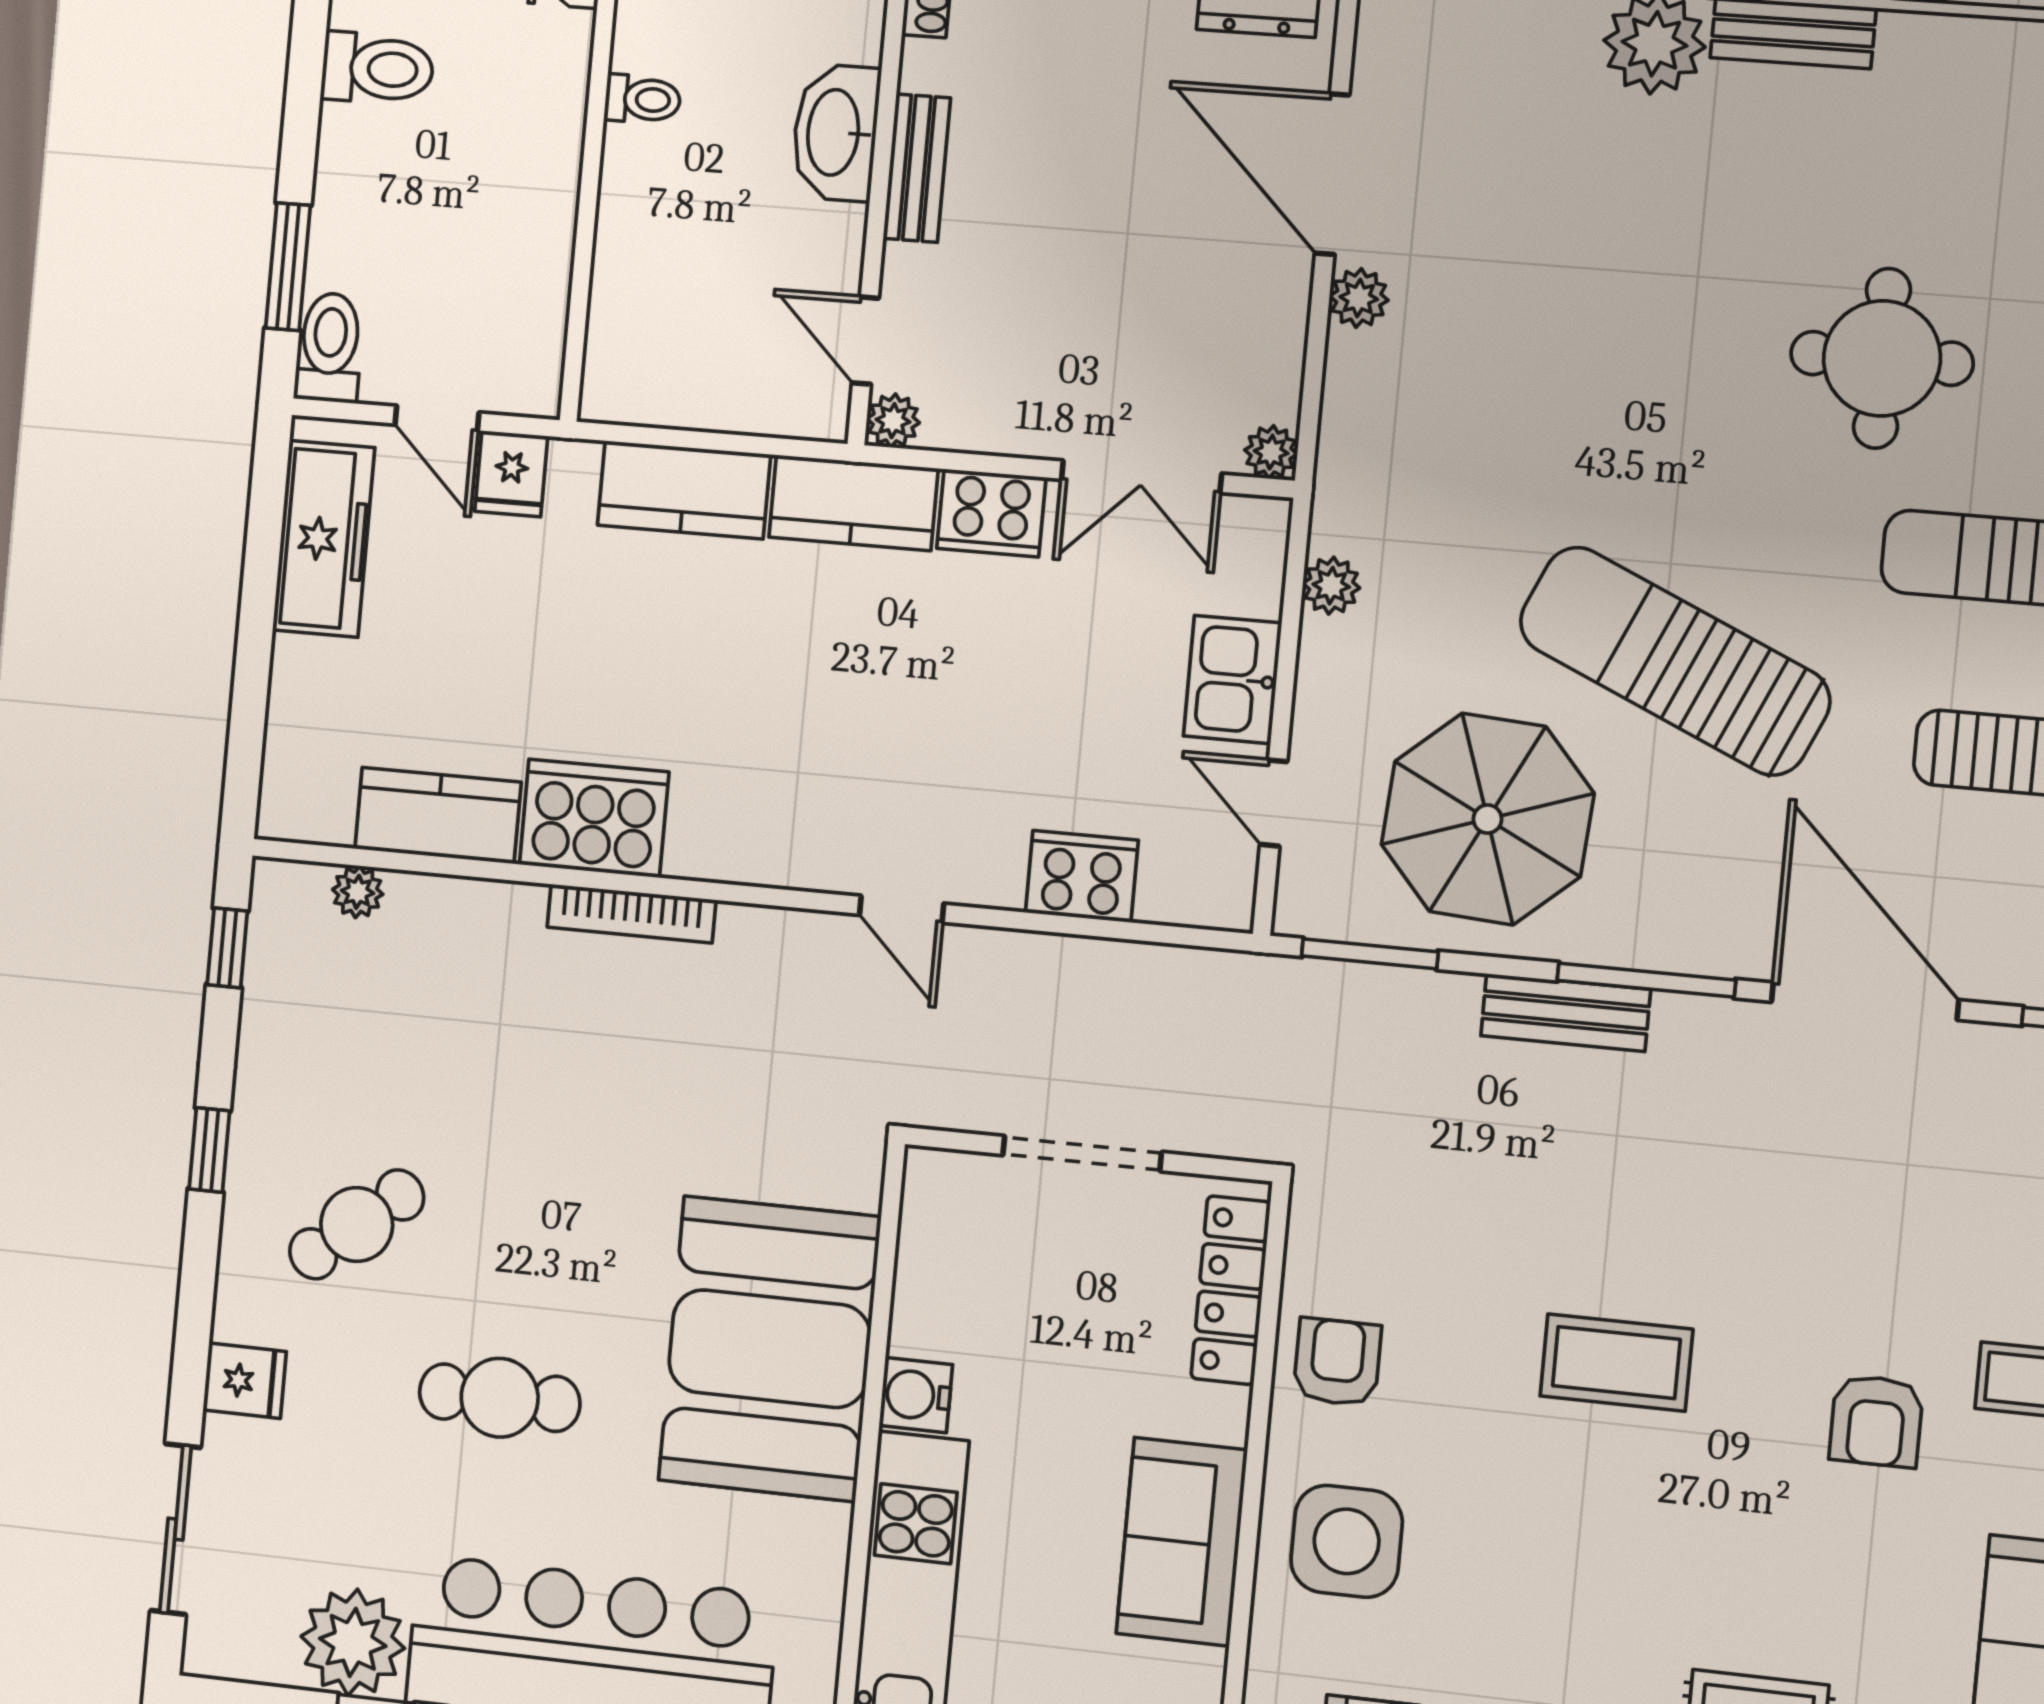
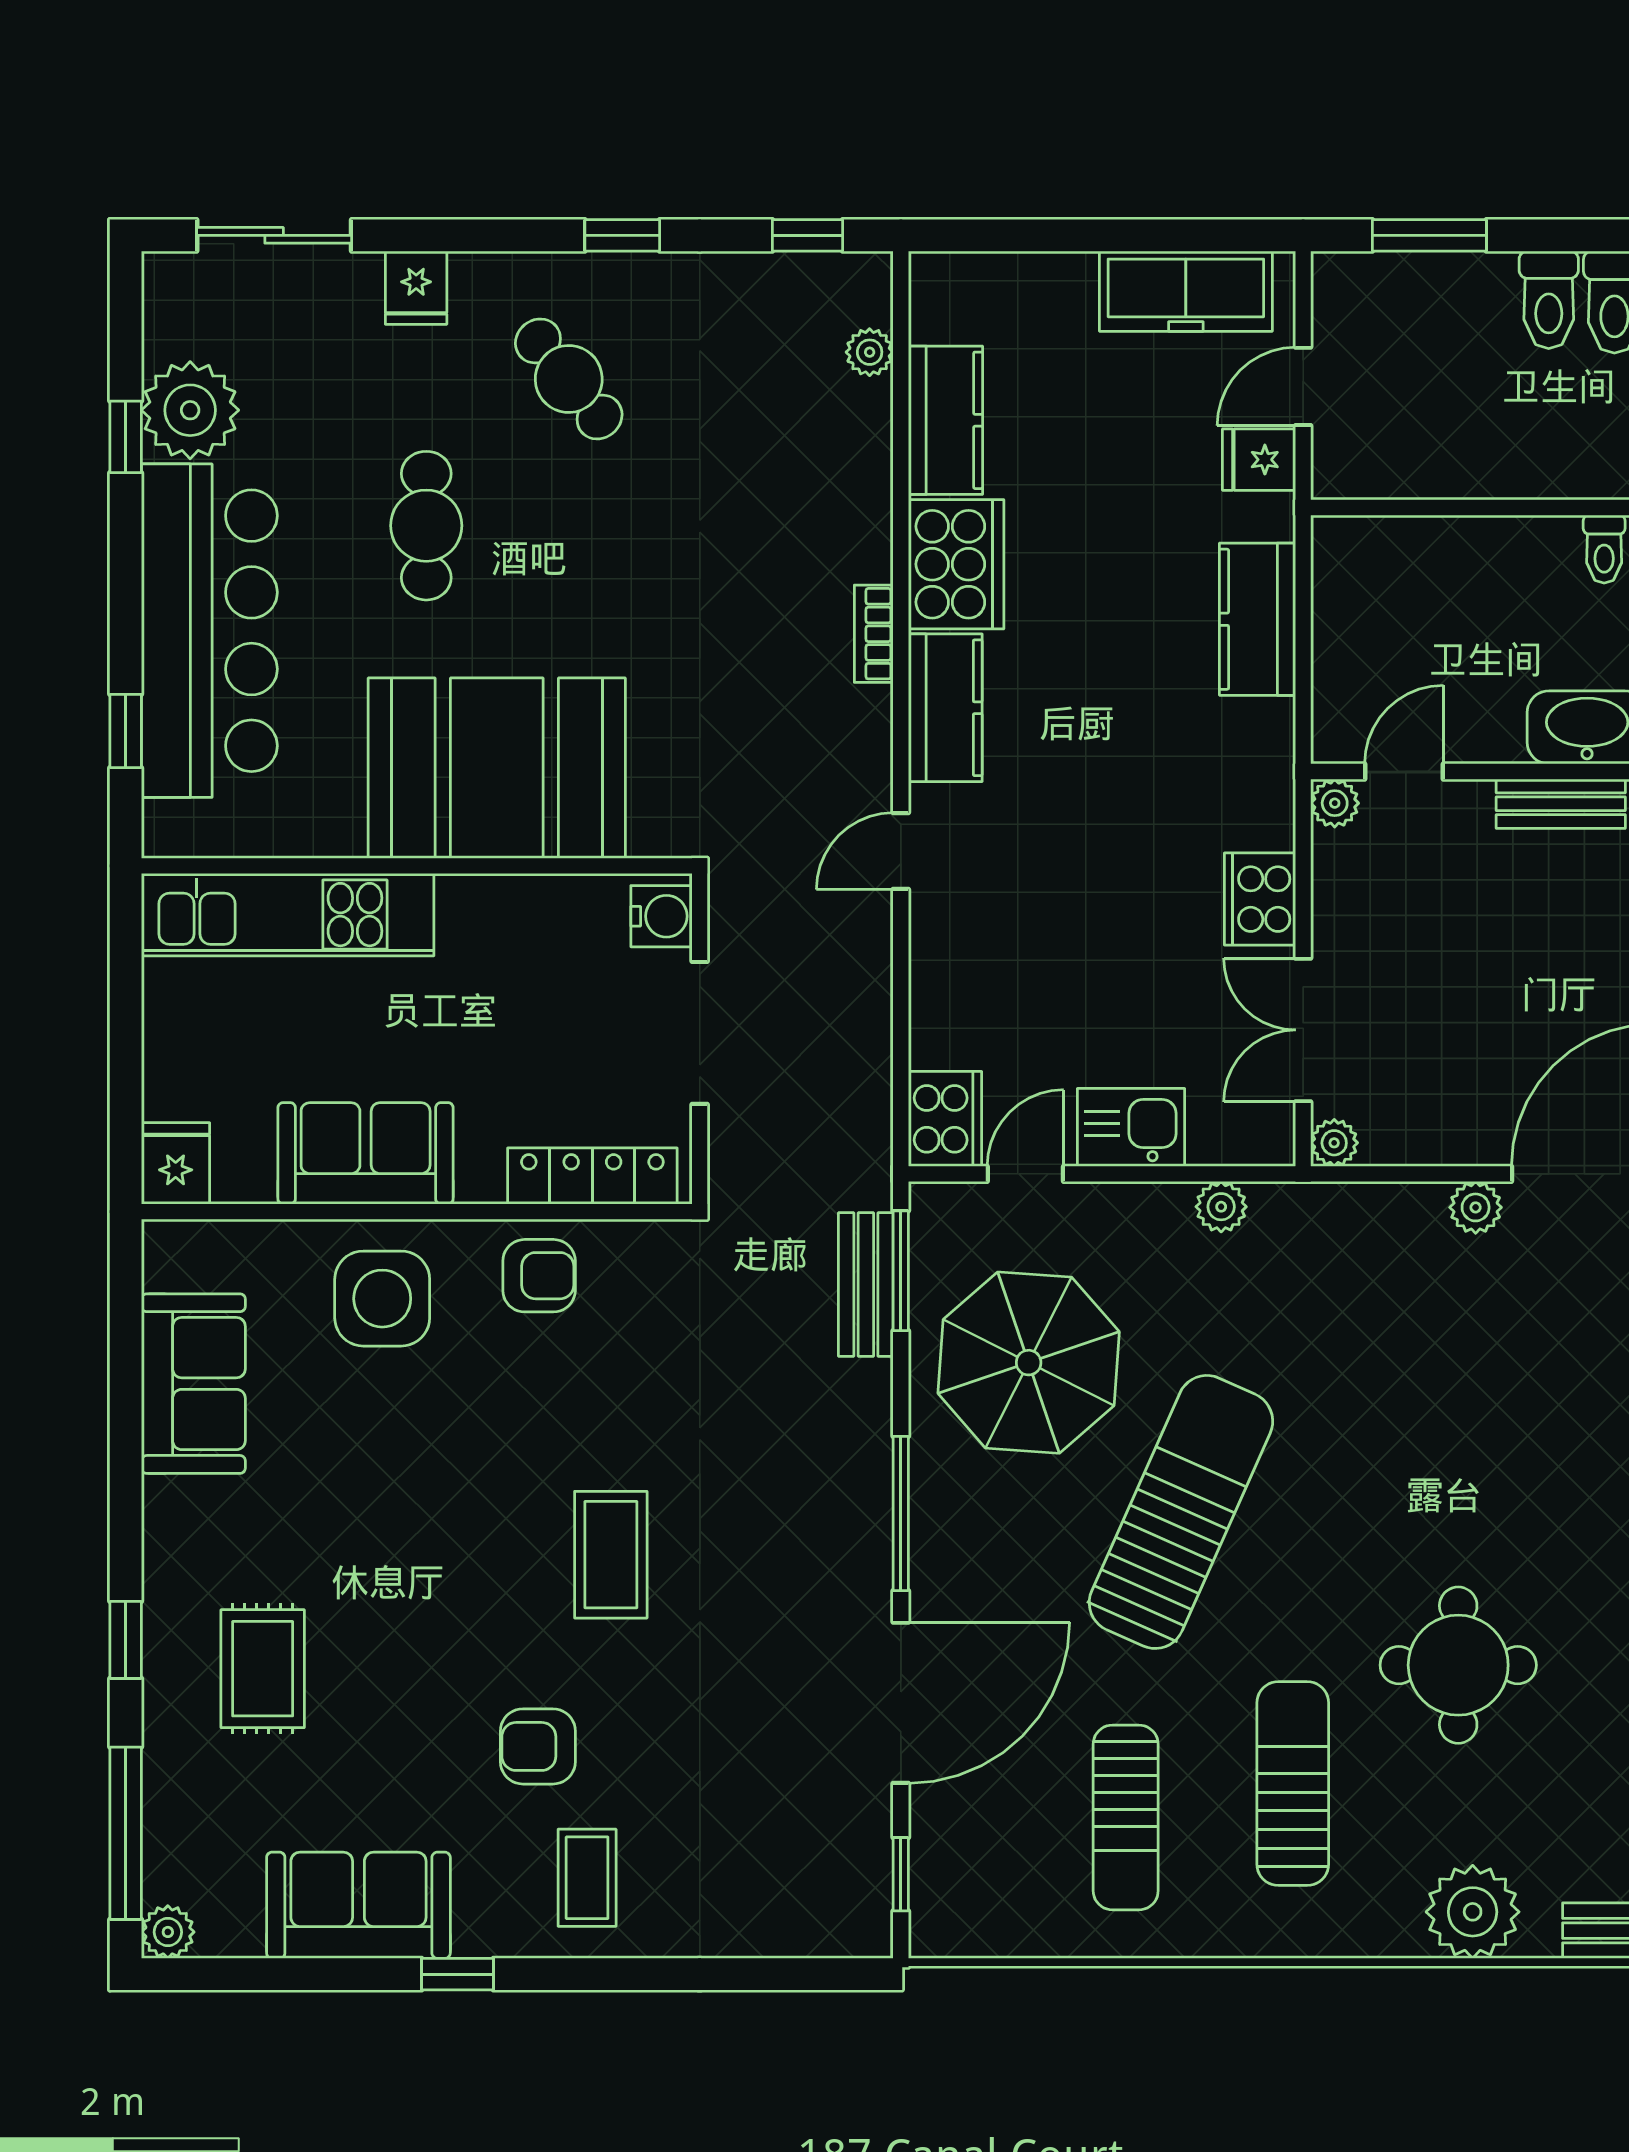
toilet: (329, 347) -> (1549, 300), moved, turned 90
kitchen counter: (853, 503) -> (945, 708), moved, turned 180
cooker: (1082, 876) -> (945, 1119), moved
bookcase: (631, 914) -> (874, 634), width x0.64
bench: (1566, 1013) -> (866, 1284), moved
coffee table: (1616, 1363) -> (611, 1555), moved
water cooler: (916, 1395) -> (661, 916), moved, turned 90

